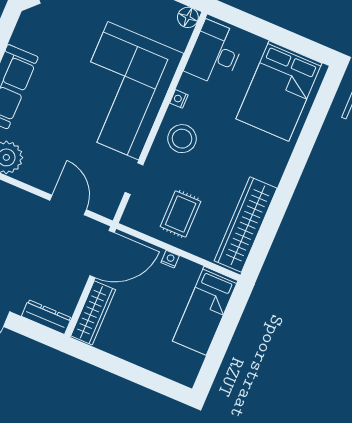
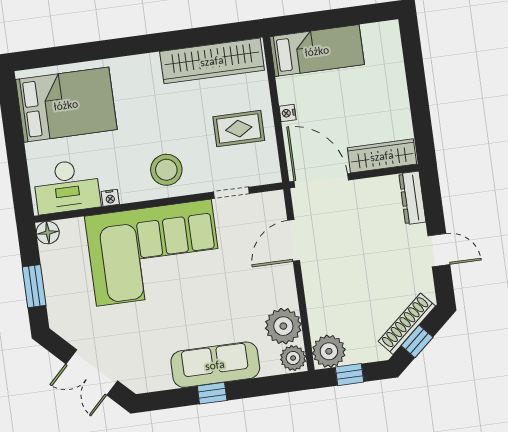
nightstand: (179, 99) -> (110, 198), moved

